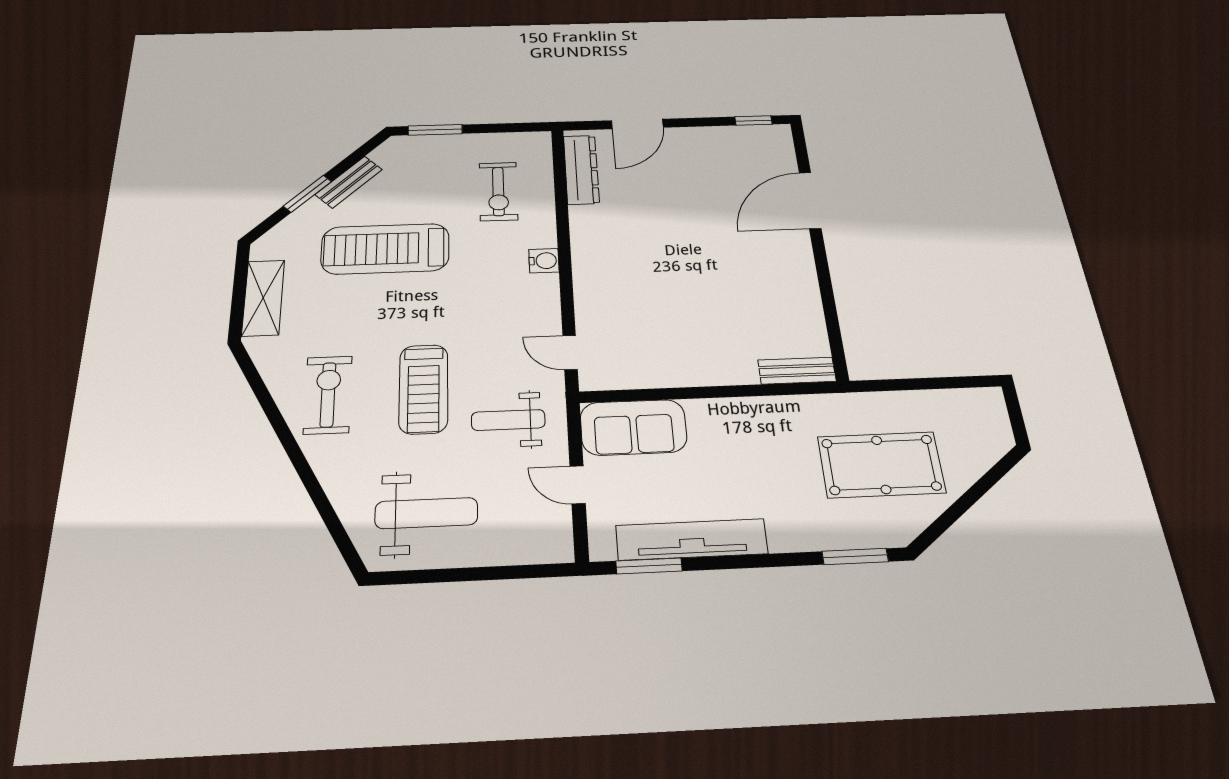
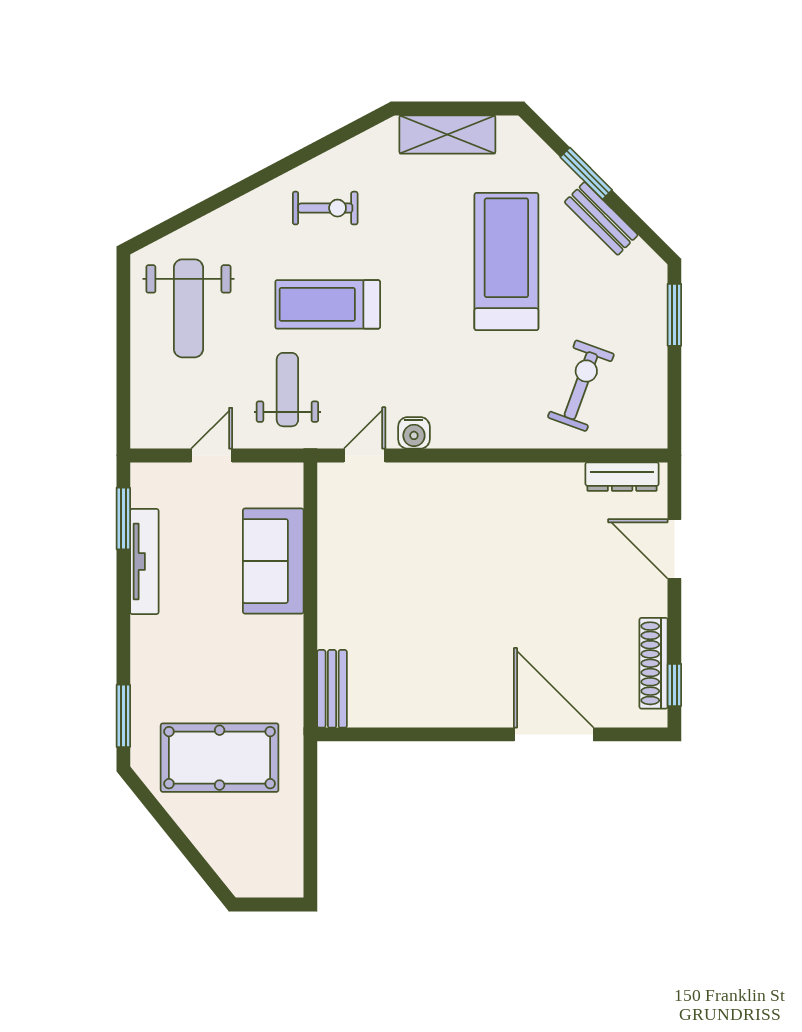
shoe rack: (737, 135) -> (654, 663), added
dresser: (581, 170) -> (622, 477), width x0.73, depth x0.80
exercise bike: (498, 191) -> (581, 386), turned 110
water cooler: (544, 261) -> (414, 433), moved
exercise bike: (328, 395) -> (325, 208), width x0.73, depth x0.72
sofa: (633, 427) -> (273, 561), moved
pool table: (881, 465) -> (220, 758), turned 90
tv unit: (692, 539) -> (144, 561), width x0.73, depth x0.78

